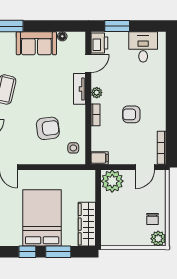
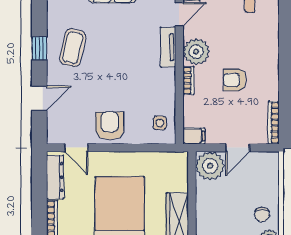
plant: (97, 93) -> (196, 52), width x1.88, depth x1.88
armchair: (48, 128) -> (110, 126), moved, turned -83
door: (145, 167) -> (238, 148), moved

